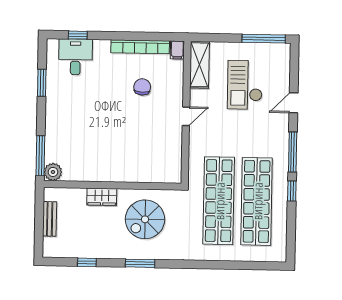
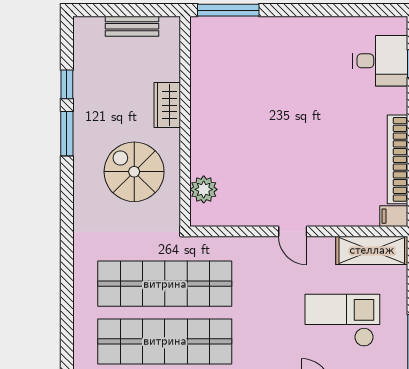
window: (42, 83) -> (339, 10), removed
chair: (142, 87) -> (336, 164), removed
plant: (53, 172) -> (204, 189), moved
window: (140, 263) -> (67, 134), moved

